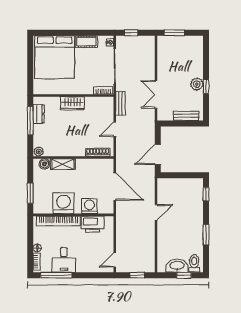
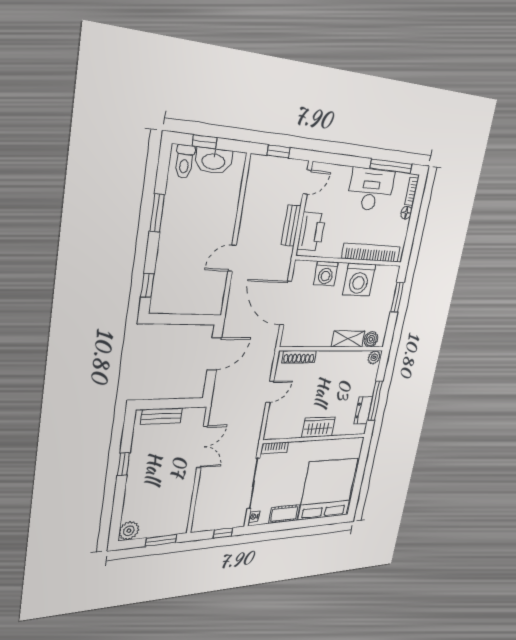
plant: (197, 84) -> (129, 531), moved
bench: (120, 103) -> (291, 225), moved
printer: (93, 224) -> (311, 232), moved, turned 90
desk: (64, 260) -> (371, 190), width x1.37

